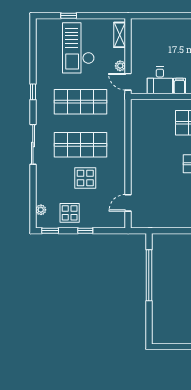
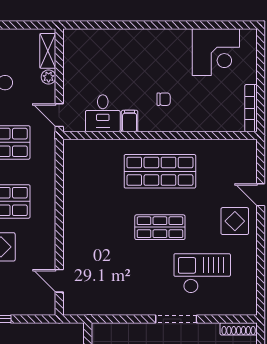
plant: (120, 66) -> (49, 77), moved
door: (128, 203) -> (59, 281), hinge flipped

